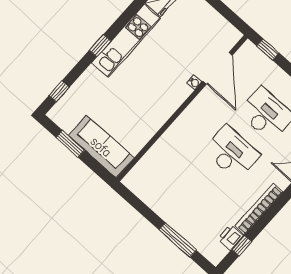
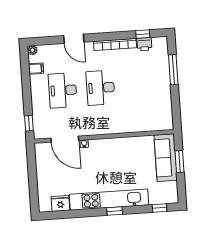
kitchen unit: (126, 41) -> (109, 200), width x1.36
door: (218, 68) -> (65, 139), swing flipped
window: (70, 144) -> (180, 161), moved

